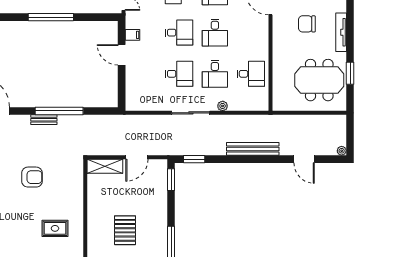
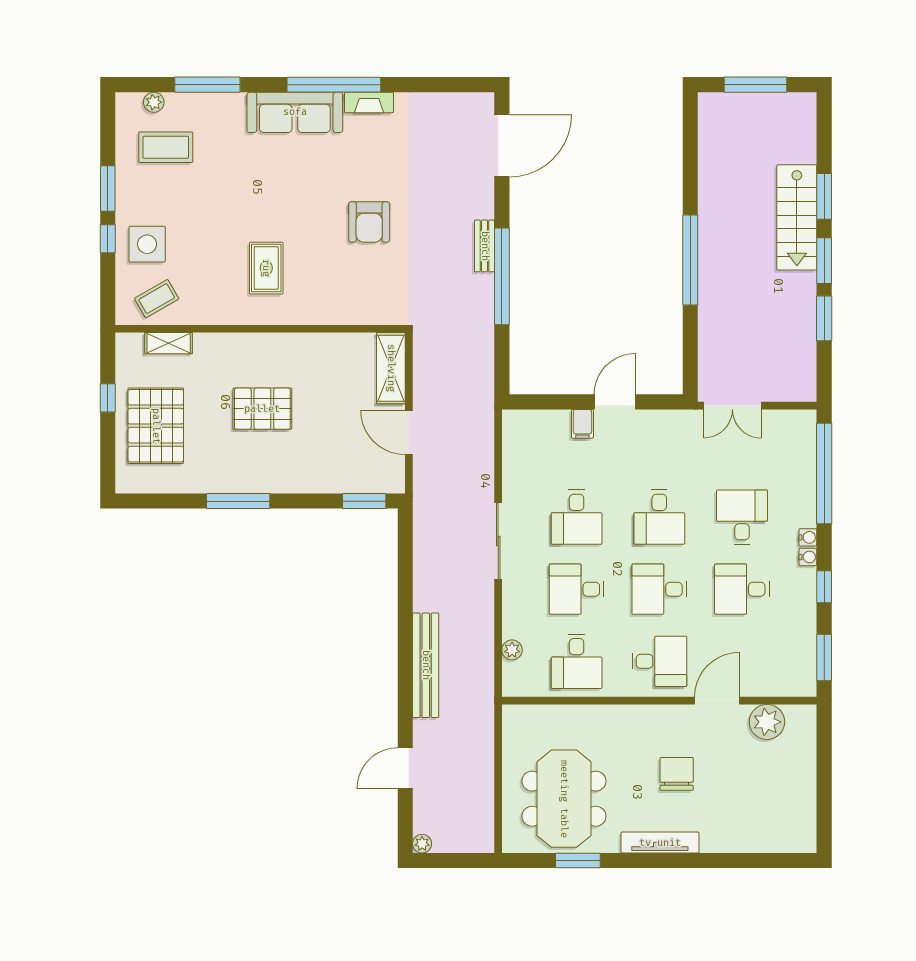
desk: (251, 33) -> (659, 661), added
filing cabinet: (133, 35) -> (582, 424), moved
plant: (223, 106) -> (512, 650), moved
window: (194, 159) -> (405, 547), removed

